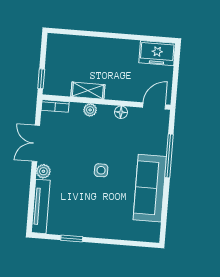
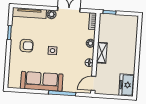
shelving: (88, 91) -> (102, 53), moved
door: (154, 106) -> (93, 83), swing flipped
armchair: (93, 212) -> (26, 46), added

